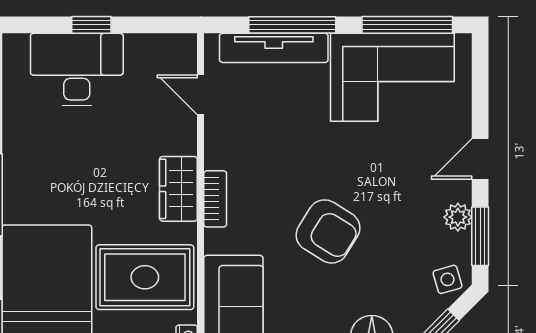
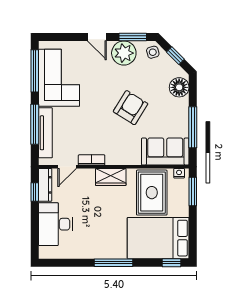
window: (91, 25) -> (35, 192), moved
dresser: (161, 47) -> (45, 185), added
bookcase: (215, 199) -> (92, 160), moved
plant: (458, 217) -> (124, 53), width x1.87, depth x1.87

